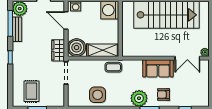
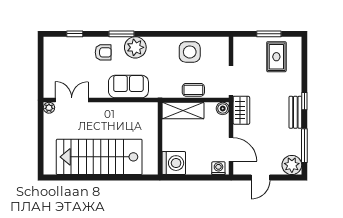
bench: (17, 29) -> (295, 112), moved
boiler: (77, 48) -> (223, 108), width x0.54, depth x0.54
coffee table: (113, 67) -> (193, 90), moved
sofa: (158, 68) -> (128, 87), moved

